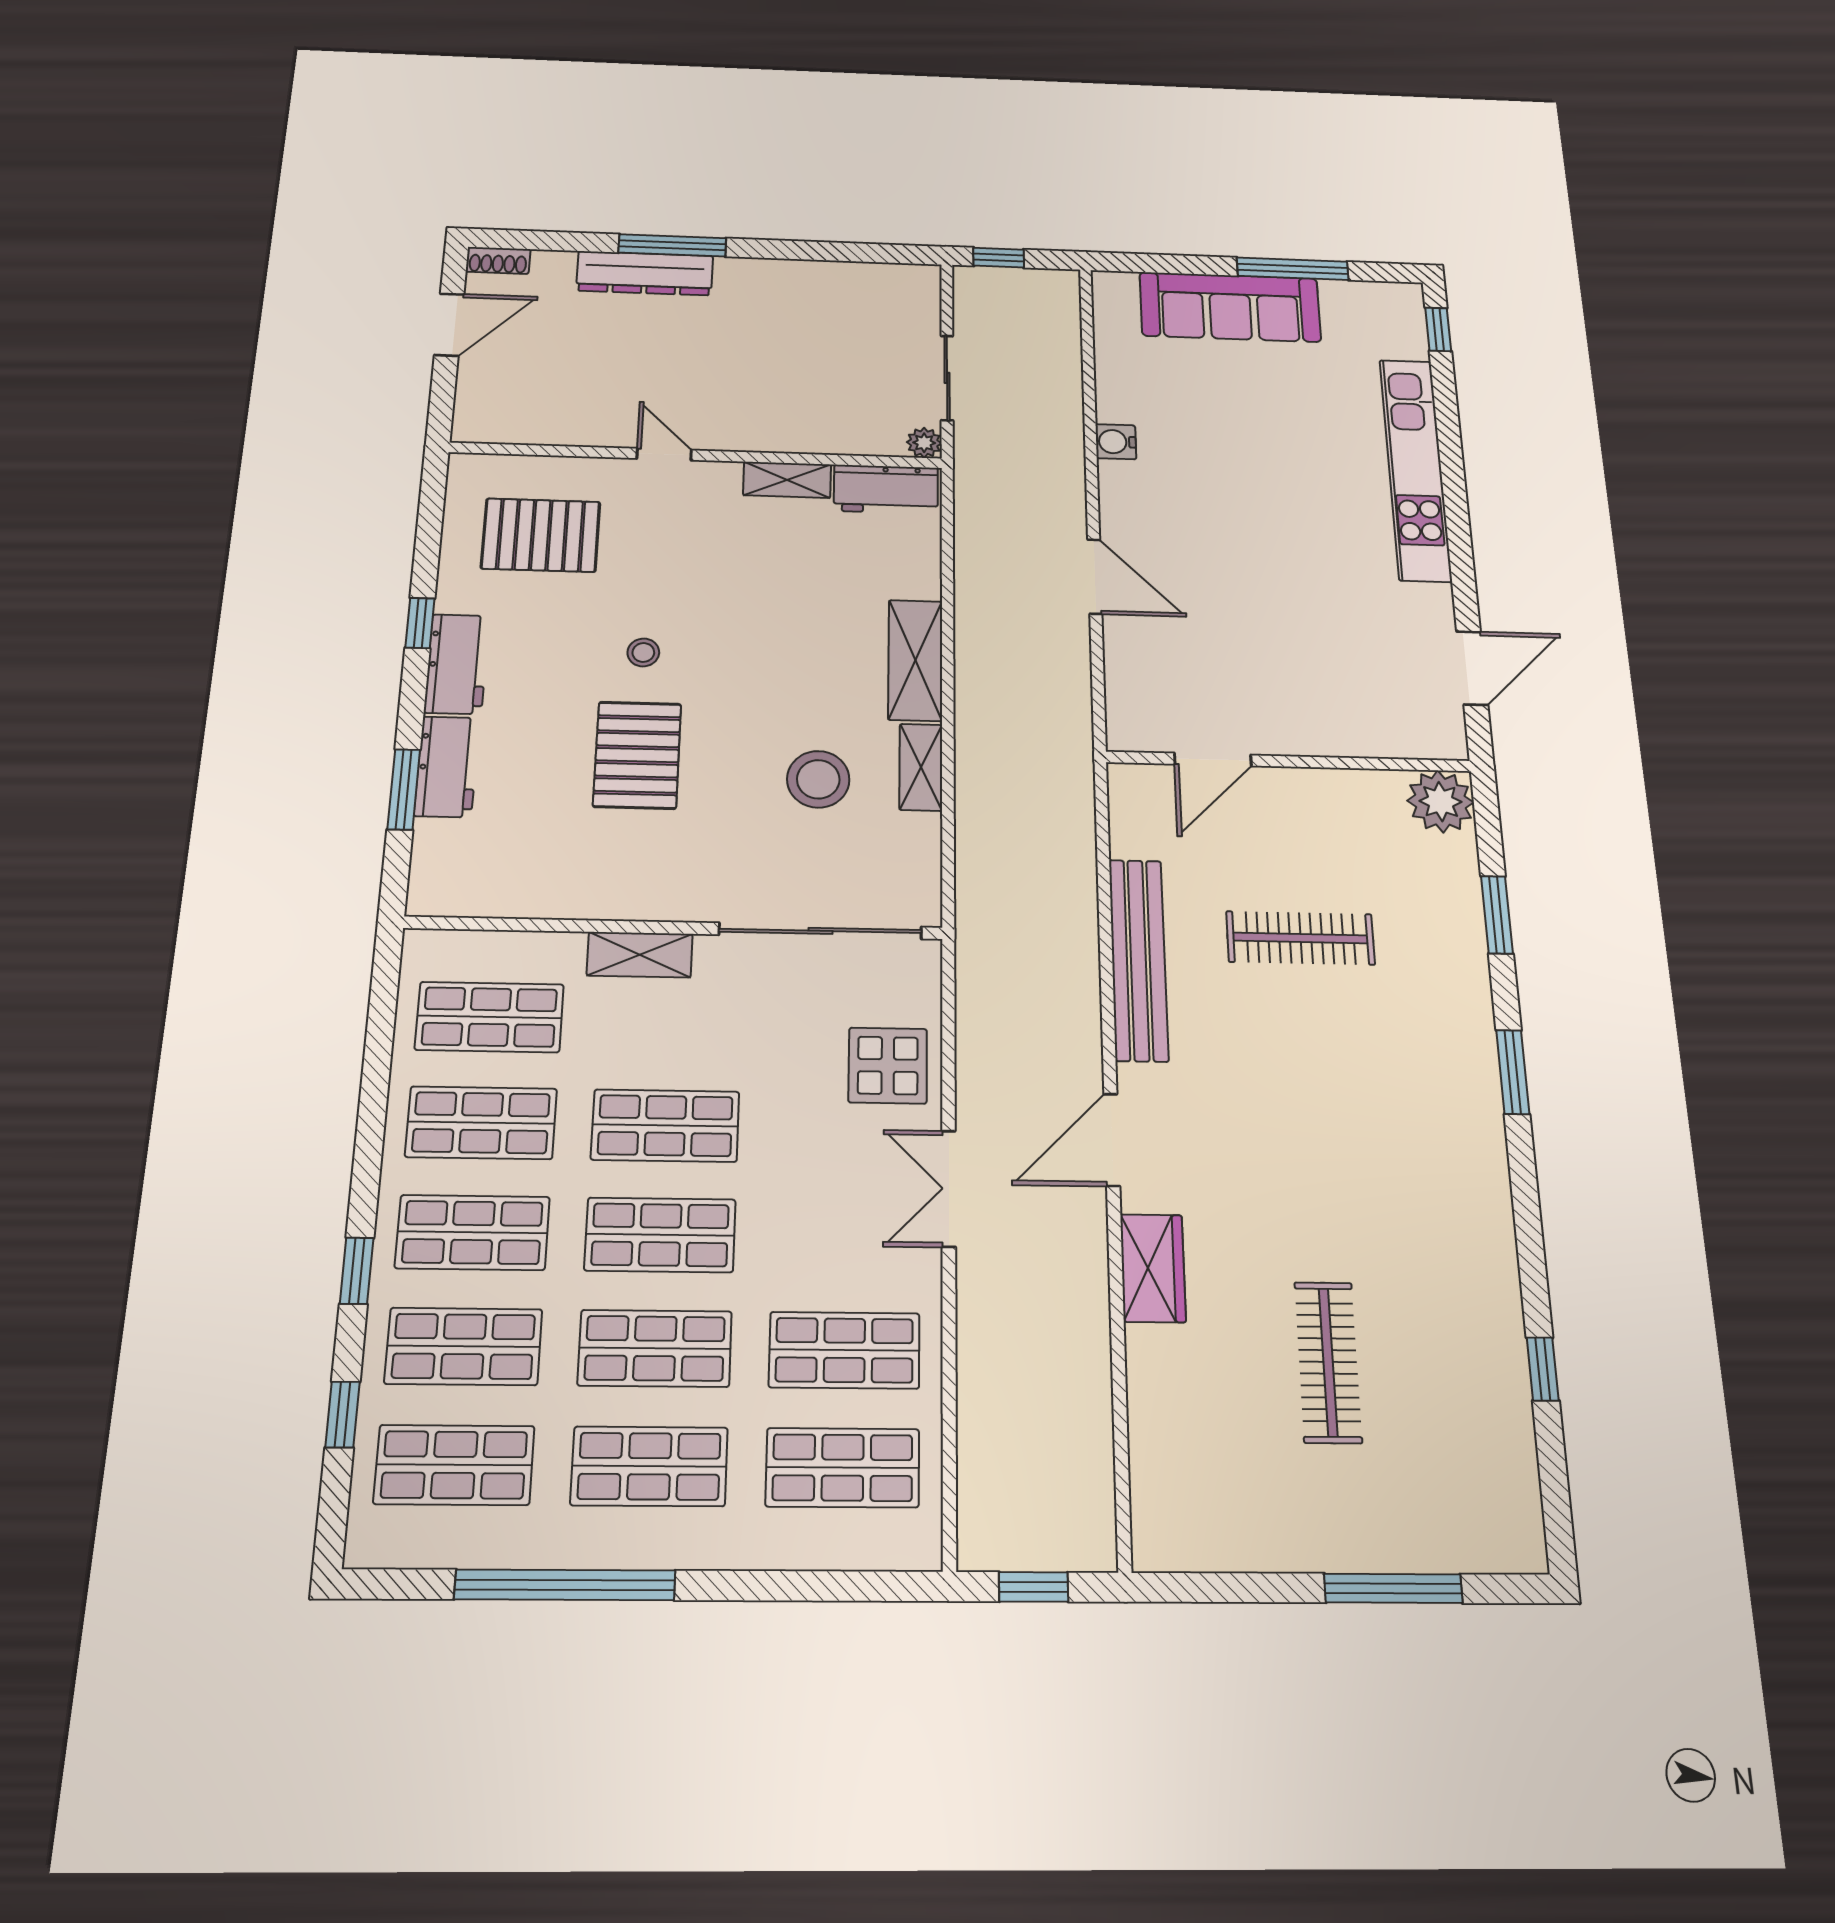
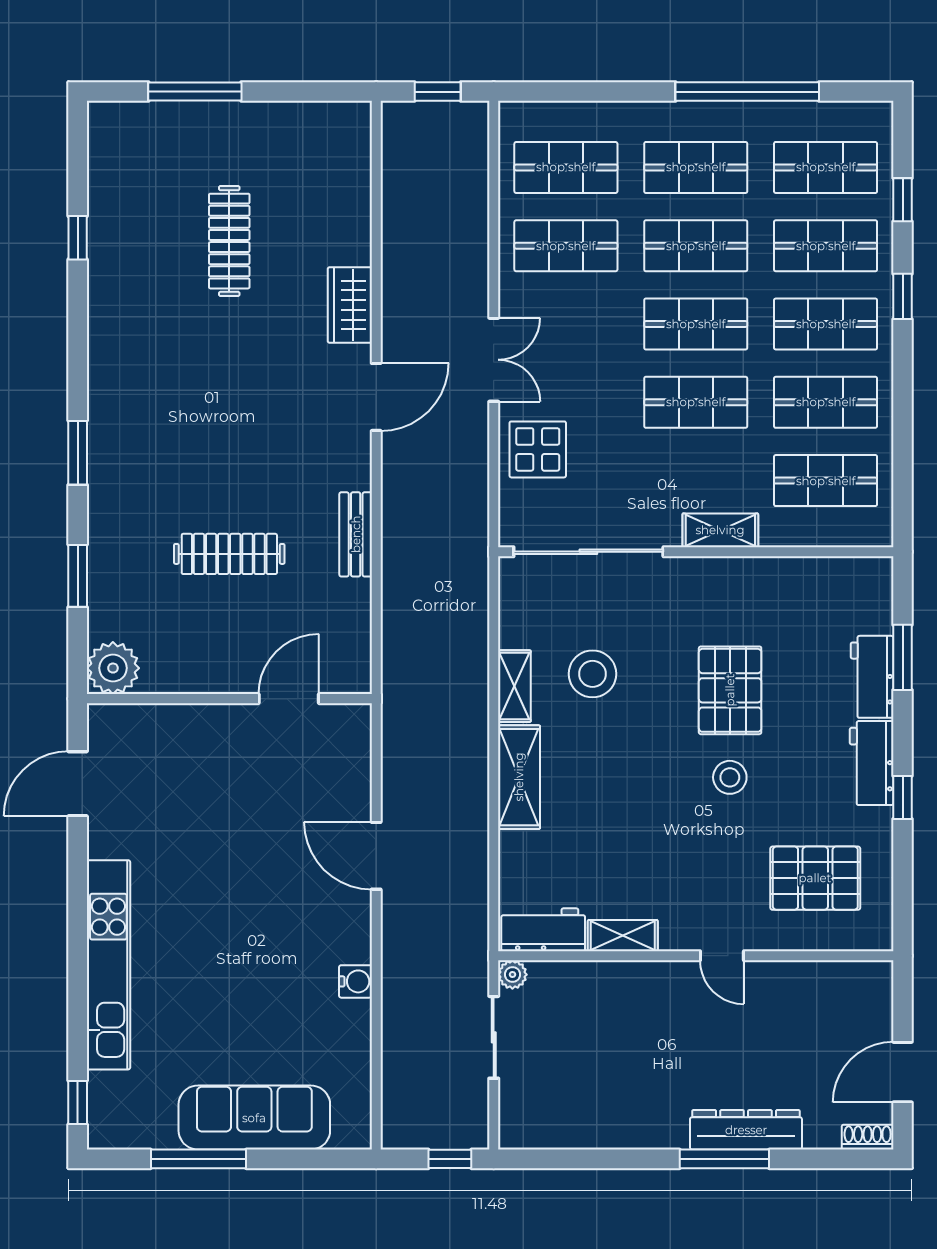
stool: (643, 652) -> (730, 777), width x1.37, depth x1.37
bench: (1138, 959) -> (356, 534), width x0.54, depth x0.82

